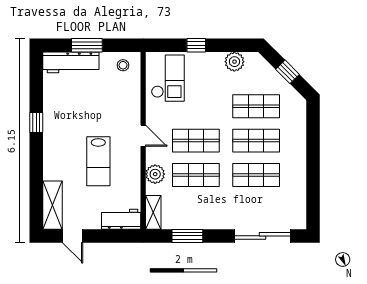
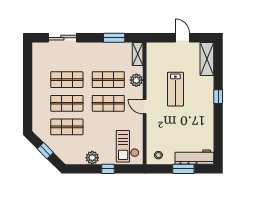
plant: (234, 62) -> (92, 158), moved
window: (36, 122) -> (218, 97), moved
lab bench: (98, 161) -> (175, 89), turned 180
workbench: (121, 219) -> (160, 49), removed
door: (73, 236) -> (182, 38), moved
sliding door: (263, 236) -> (62, 38), width x0.73

